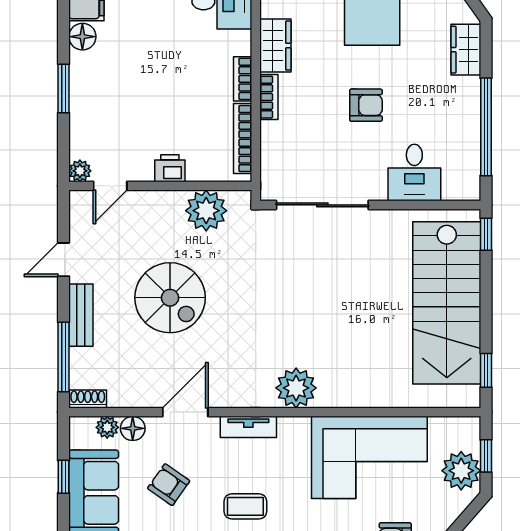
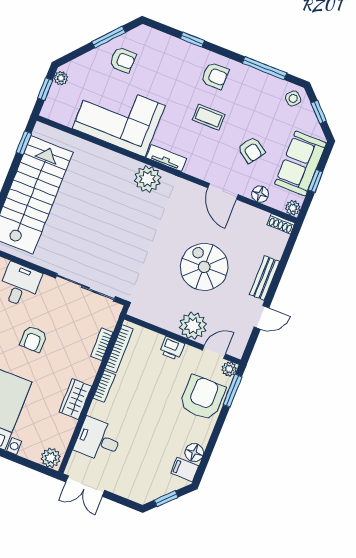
window: (64, 88) -> (232, 391), moved
bookcase: (269, 97) -> (102, 344), moved
armchair: (366, 105) -> (33, 339), turned -90
armchair: (101, 117) -> (202, 398), added
plant: (206, 211) -> (193, 326), moved
window: (64, 357) -> (286, 256), removed
door: (185, 412) -> (223, 191), hinge flipped
plant: (107, 427) -> (293, 208), moved
tv unit: (248, 427) -> (166, 158), moved
plant: (461, 471) -> (61, 78), width x0.53, depth x0.53

